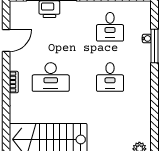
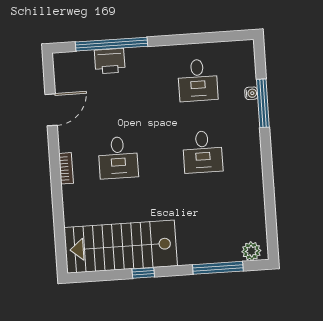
desk: (51, 77) -> (118, 158), width x0.73

